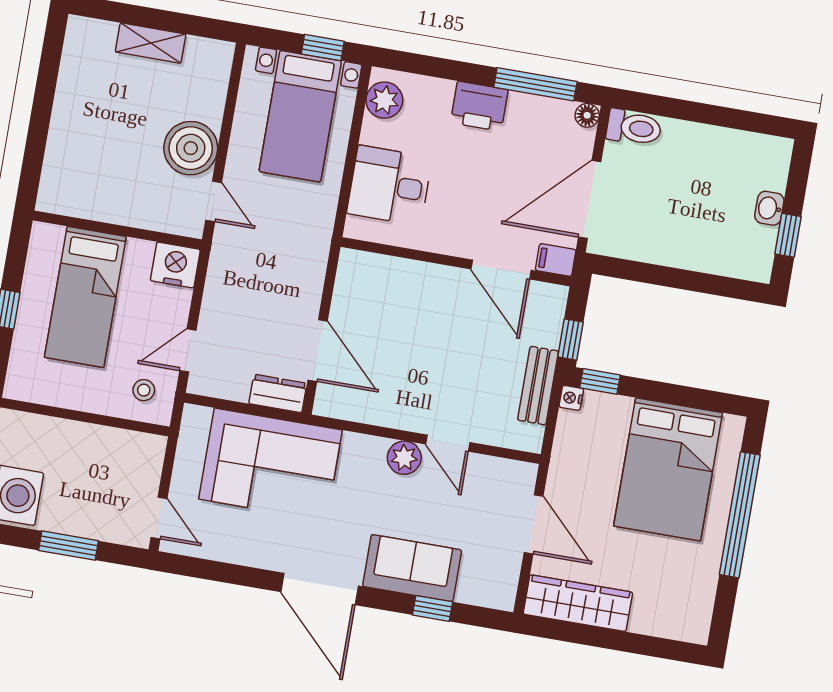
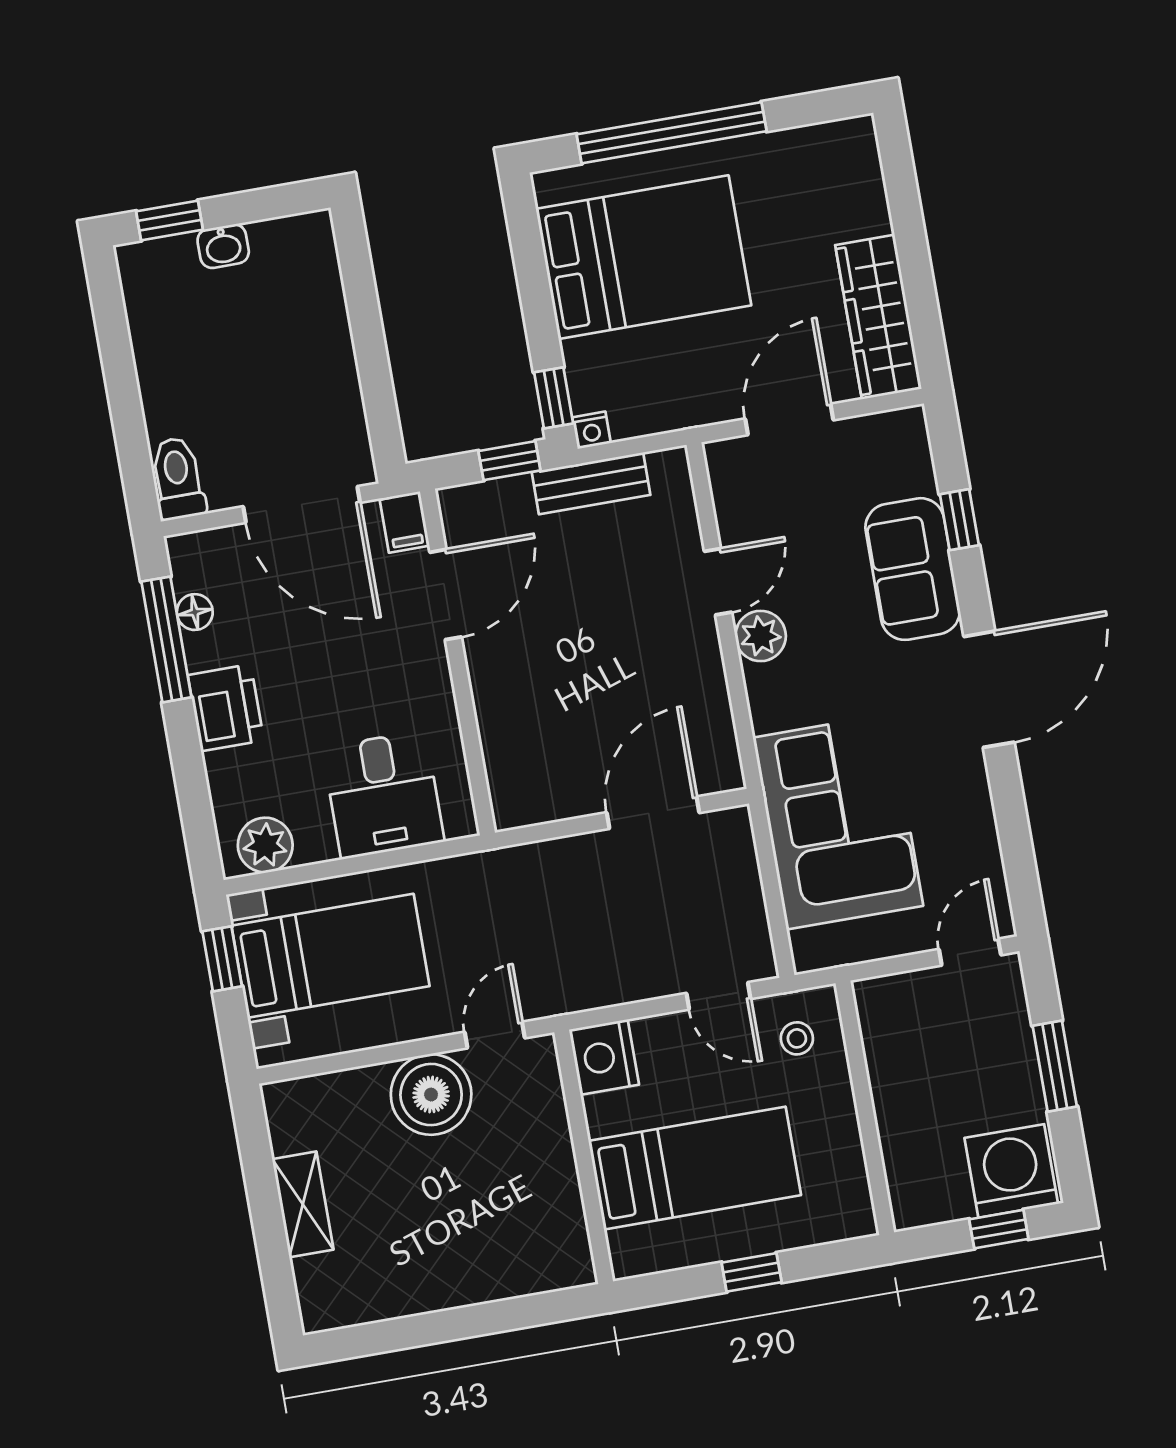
floor lamp: (587, 115) -> (195, 612), moved
window: (788, 235) -> (170, 220), moved
dresser: (278, 393) -> (734, 847), removed

